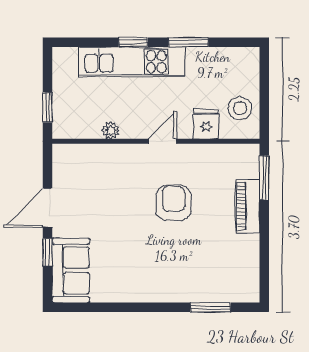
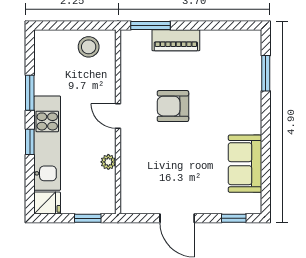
fridge: (206, 124) -> (47, 203), moved, turned 180
window: (47, 252) -> (234, 218), moved
sofa: (71, 270) -> (245, 164), moved, turned -90

